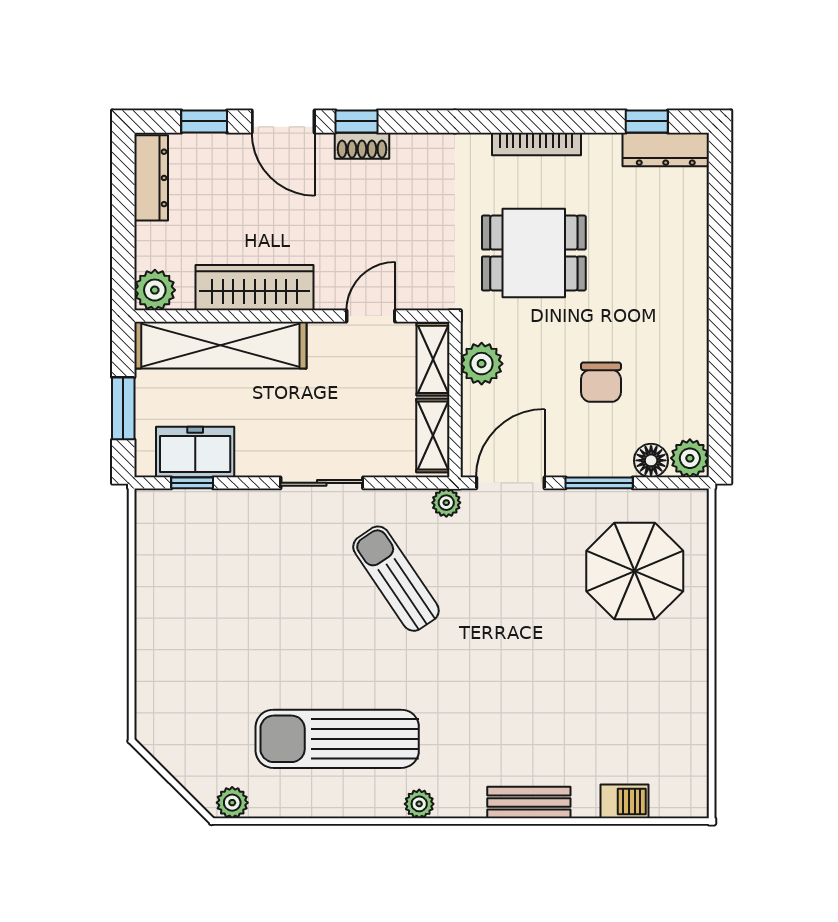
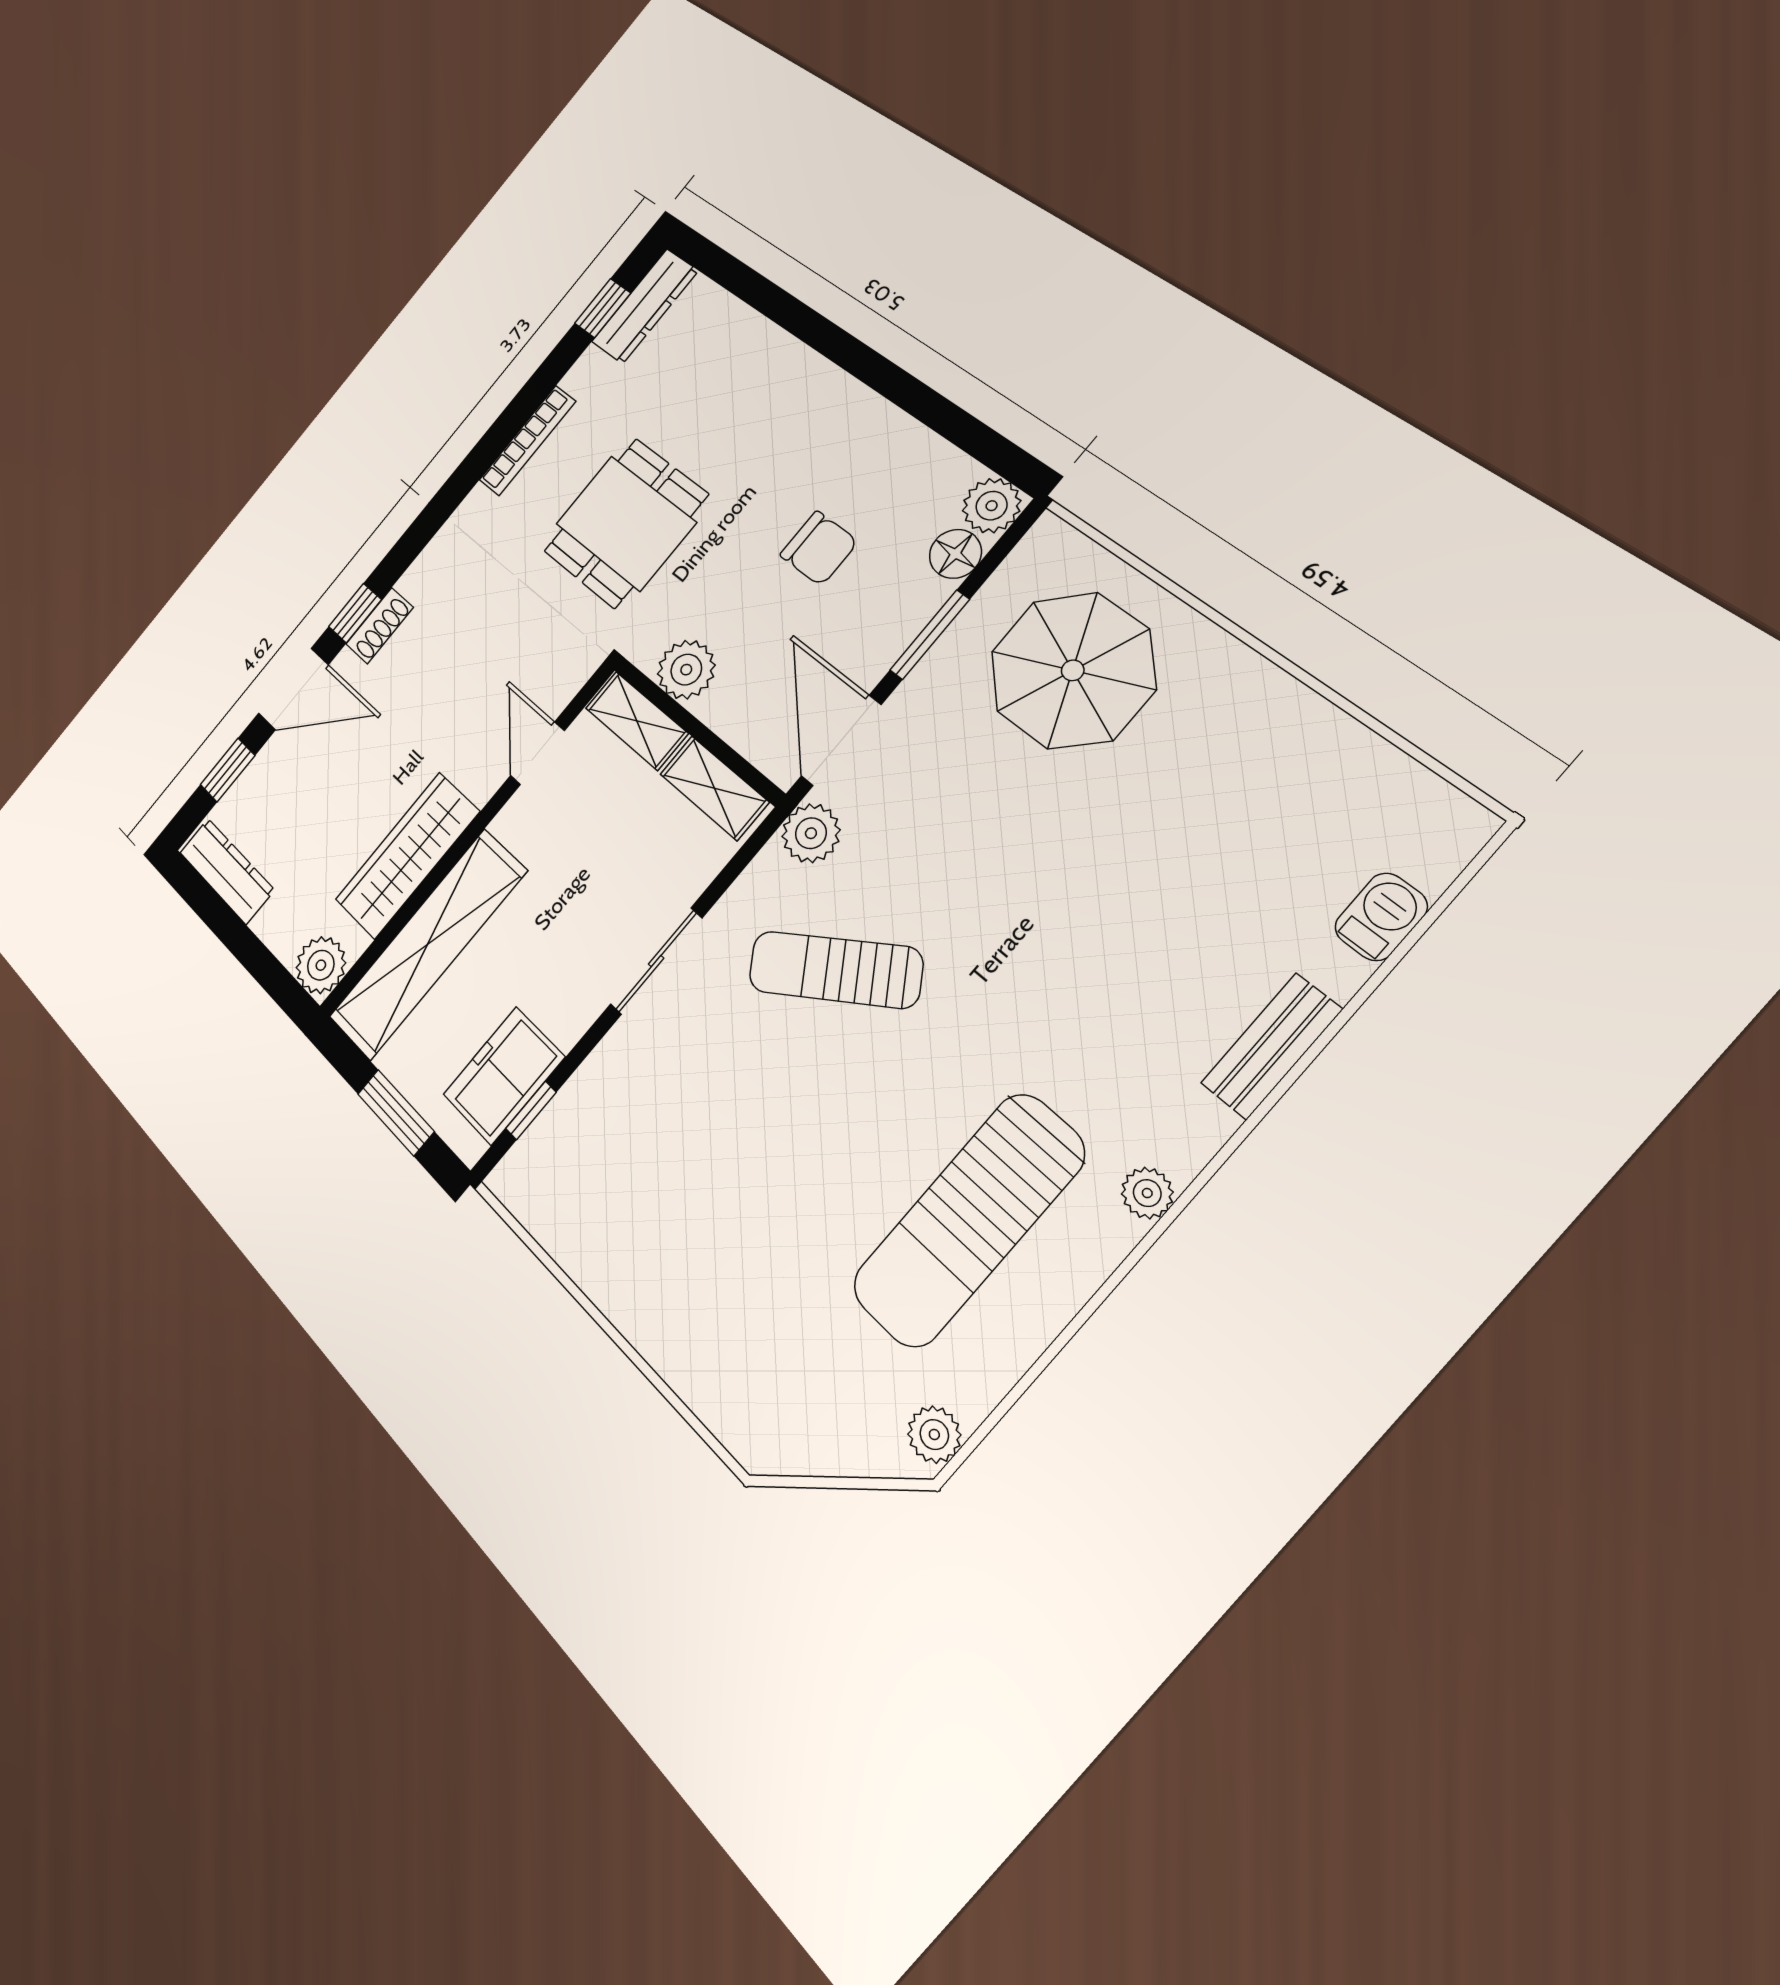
plant: (446, 503) -> (811, 833), width x1.38, depth x1.38

